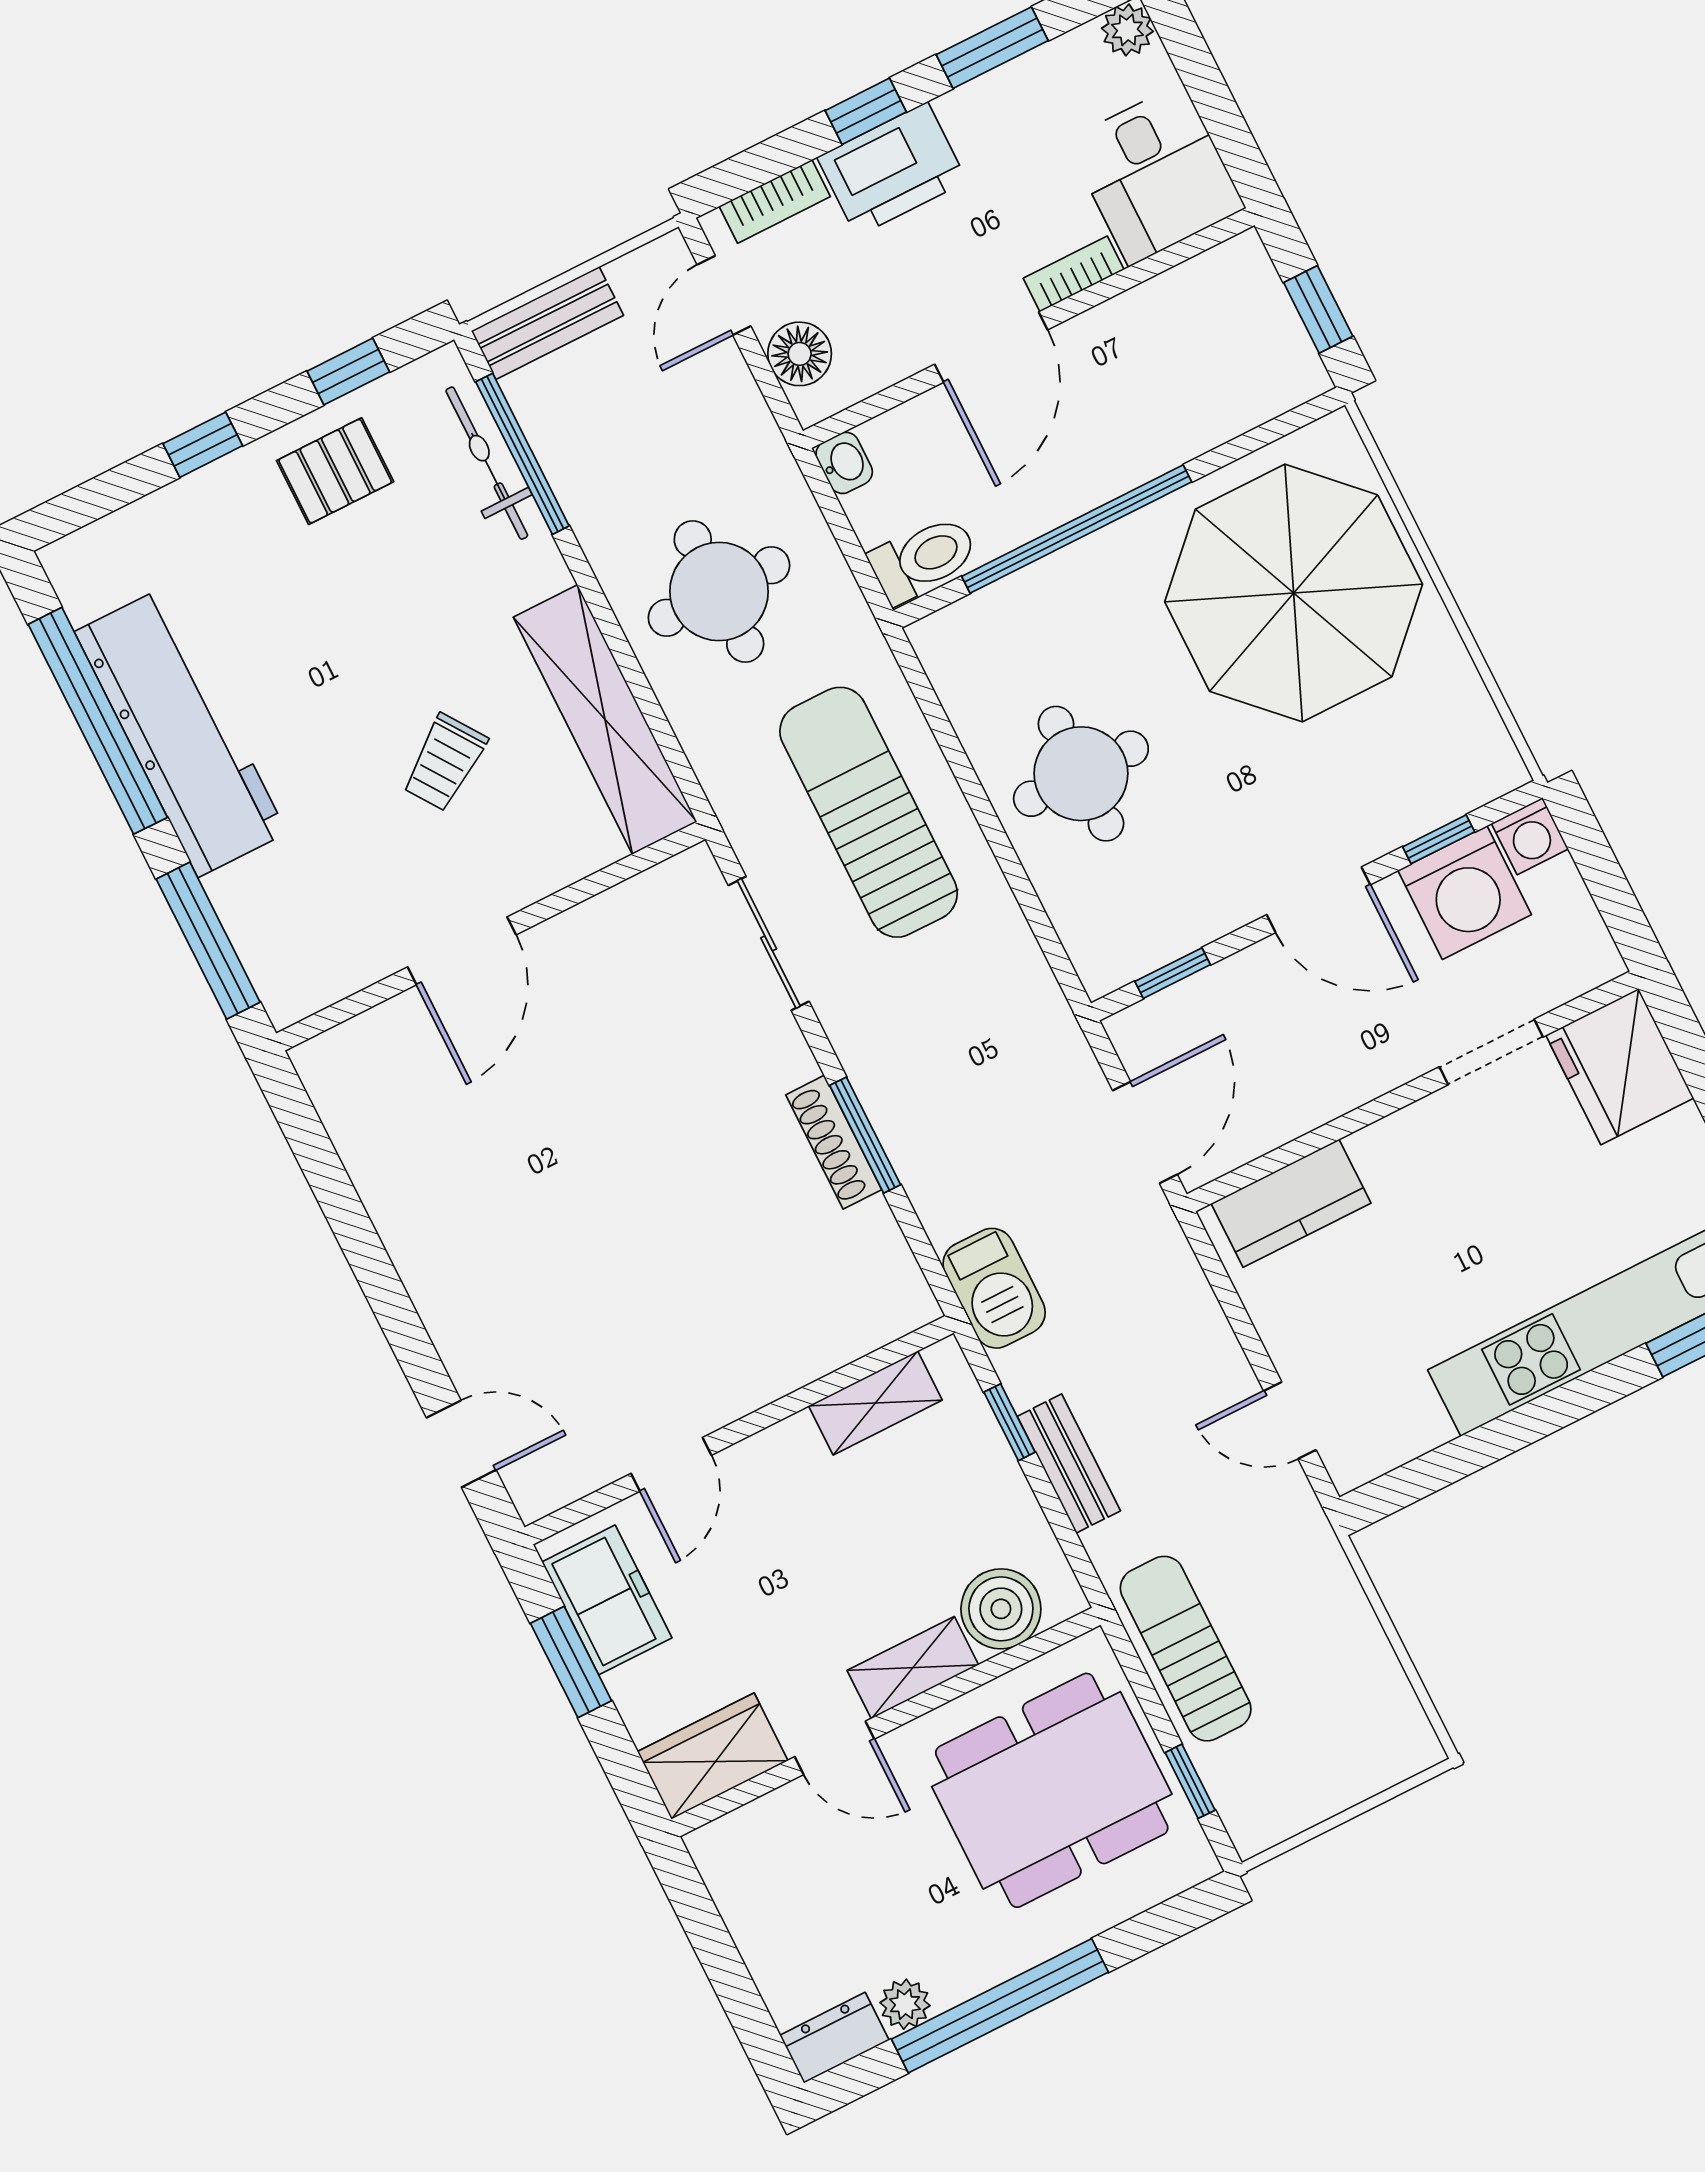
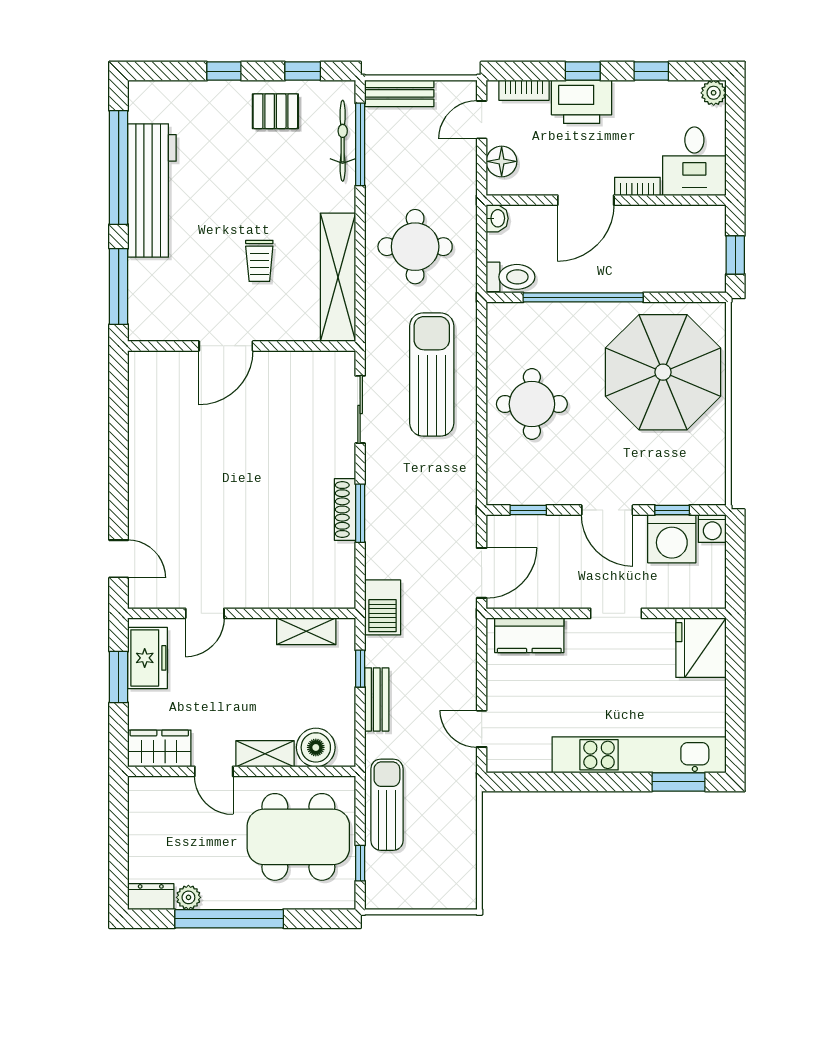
window: (992, 48) -> (651, 71), width x0.67
trolley: (445, 763) -> (259, 261), turned -55
doorway: (1491, 1052) -> (616, 613), moved

